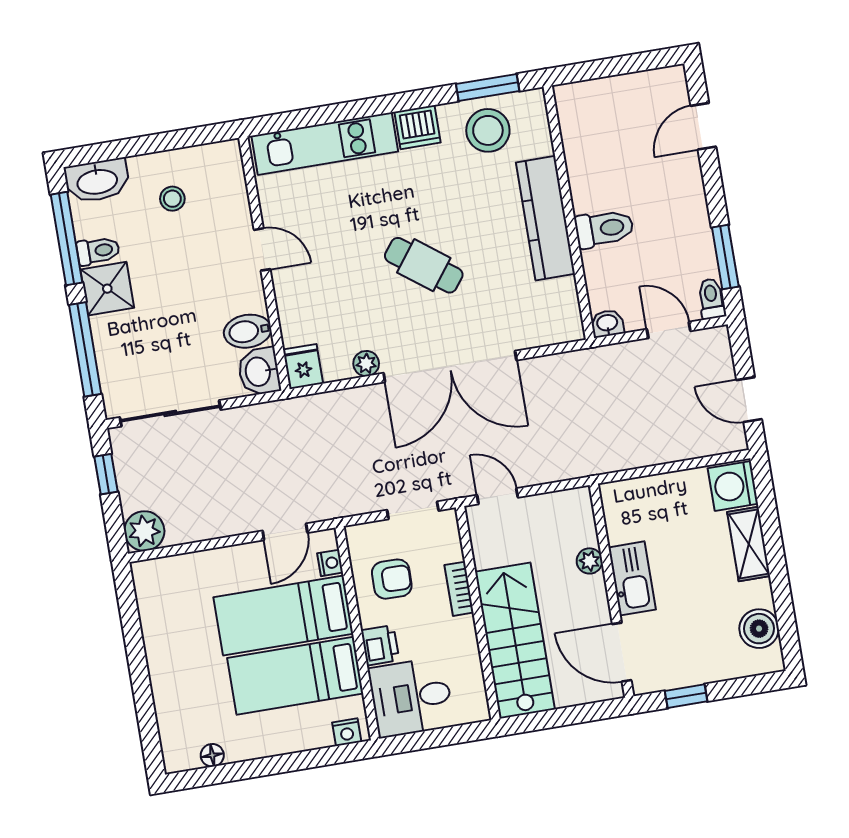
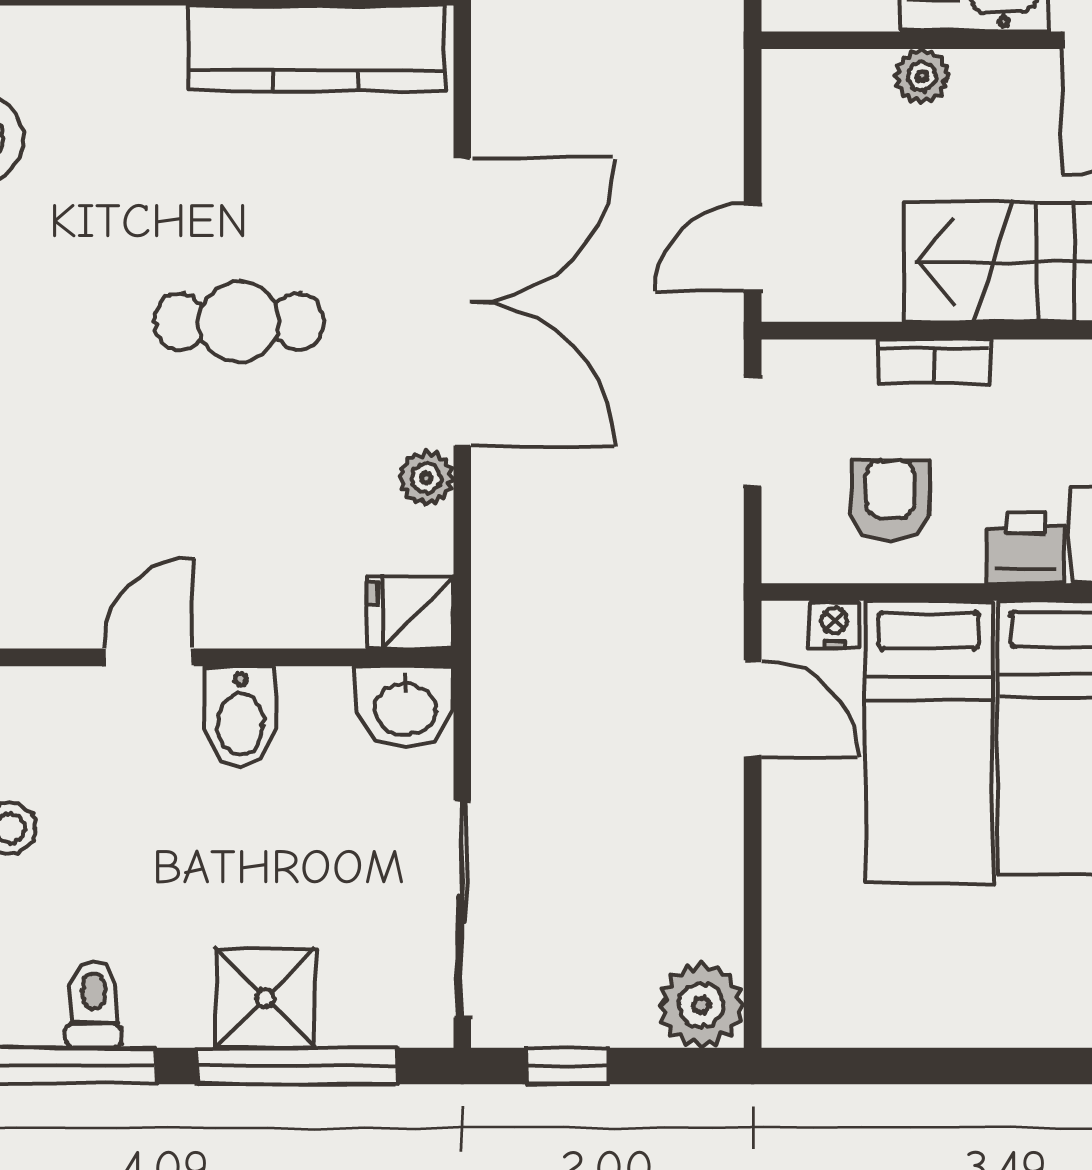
kitchen counter: (545, 218) -> (316, 48), moved
cafe table: (424, 265) -> (239, 322), turned 53
shower: (107, 289) -> (265, 998), moved
bidet: (248, 331) -> (240, 717), moved

